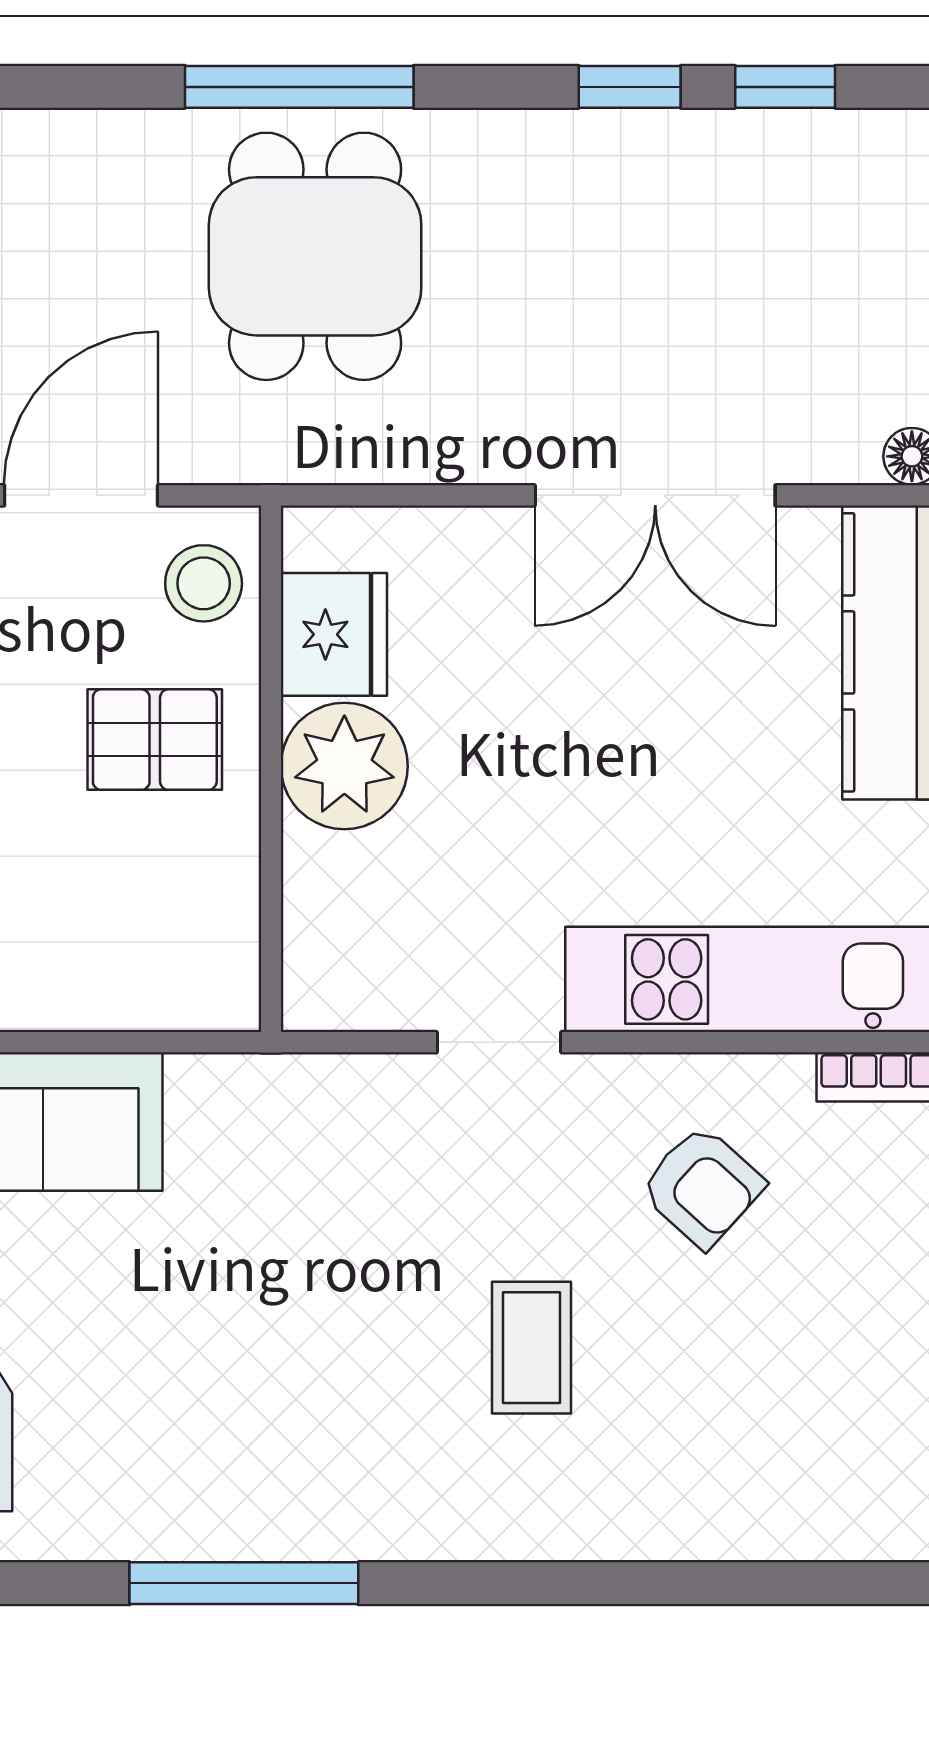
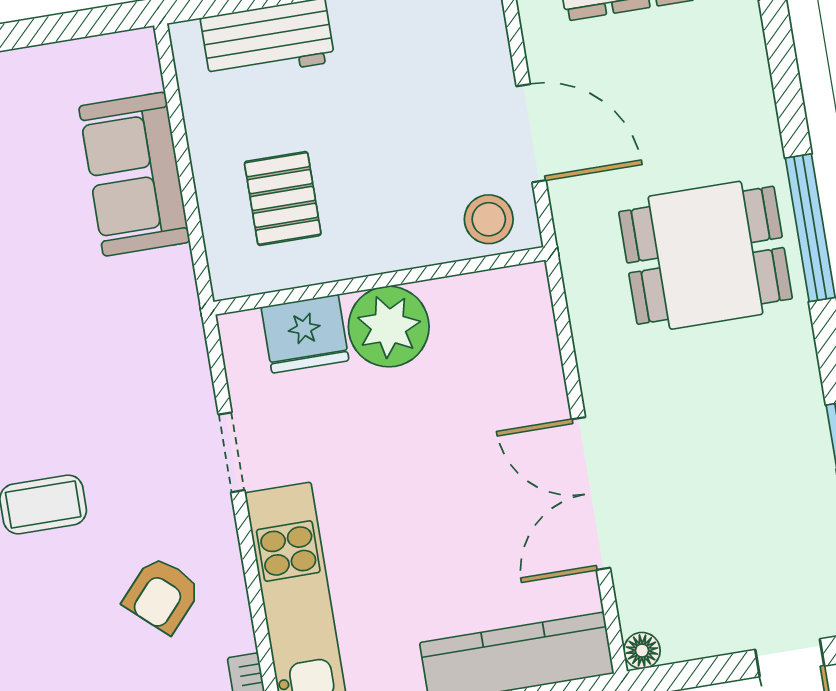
fridge: (334, 634) -> (305, 334), moved
pallet: (155, 740) -> (283, 198), moved

